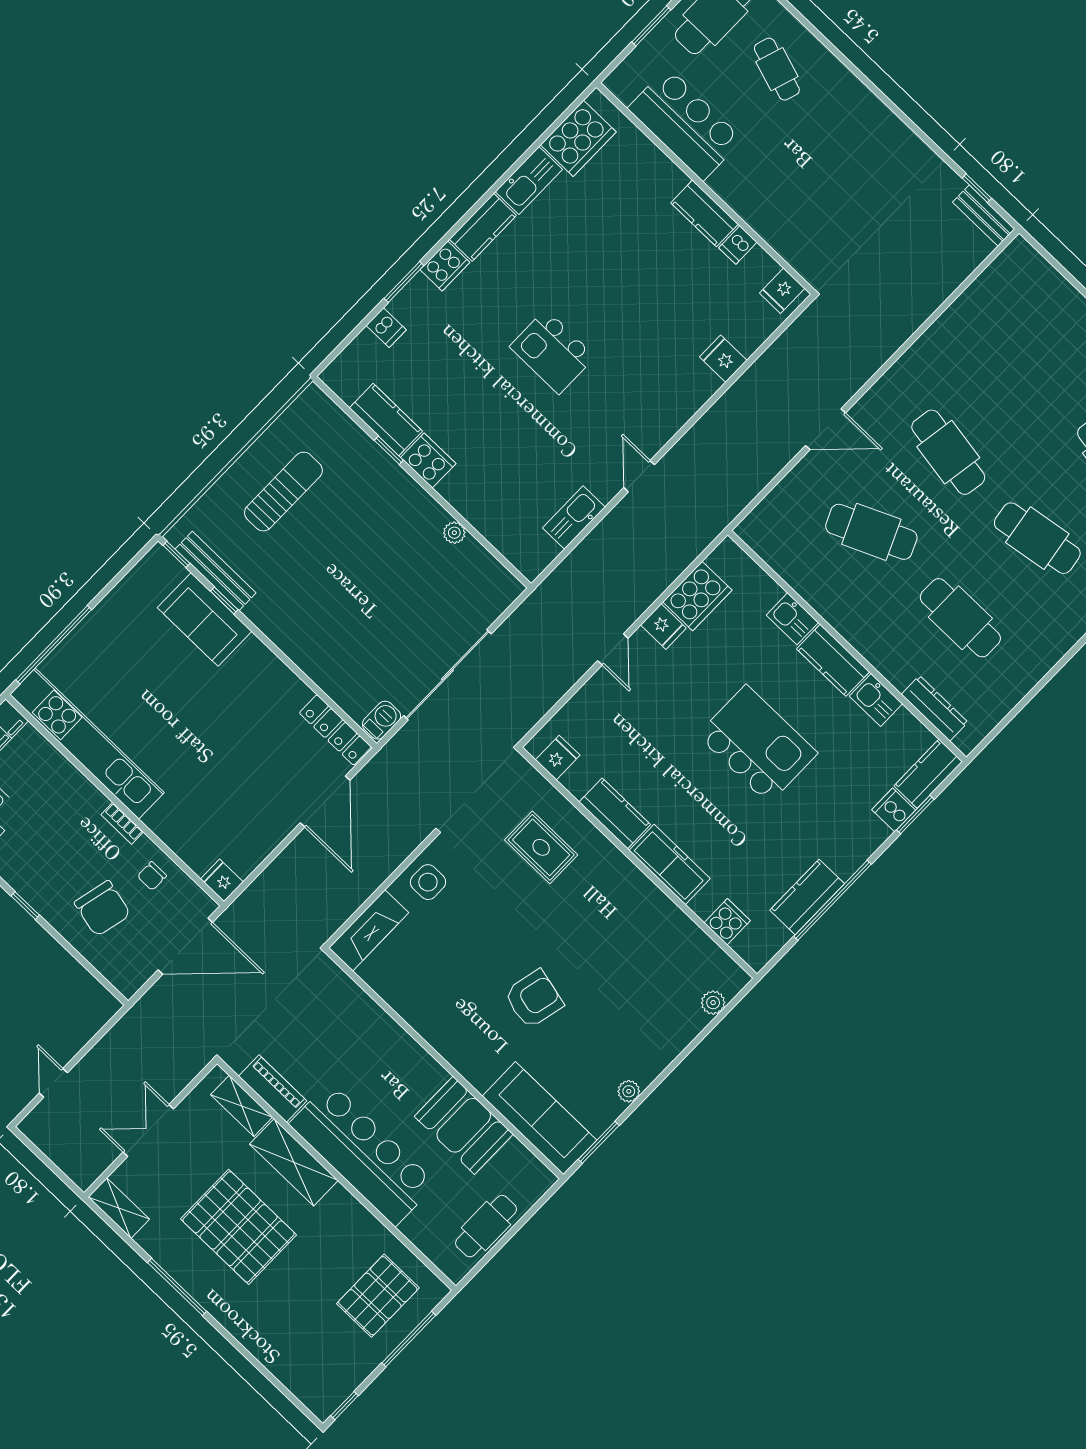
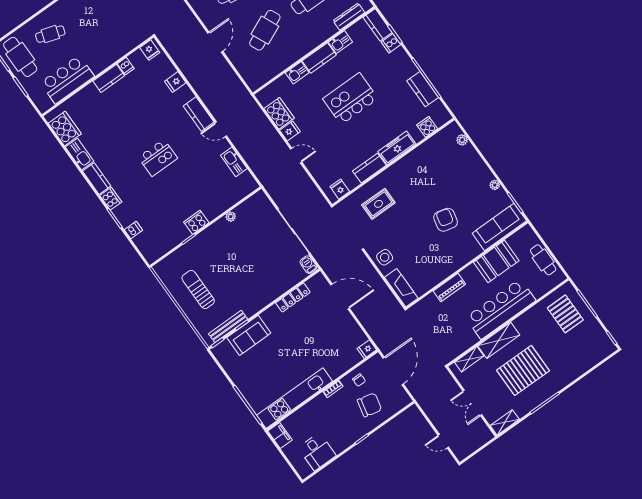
kitchen counter: (386, 420) -> (199, 114), moved, turned -90
locker: (335, 730) -> (293, 298), moved
piano: (273, 1089) -> (449, 288), moved, turned 180

